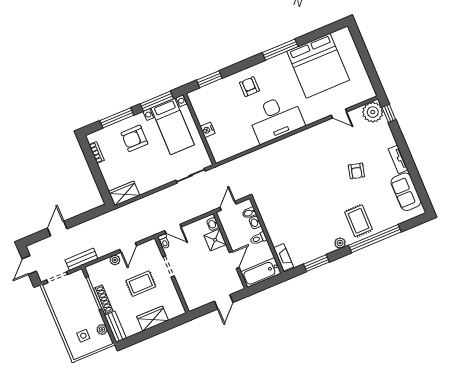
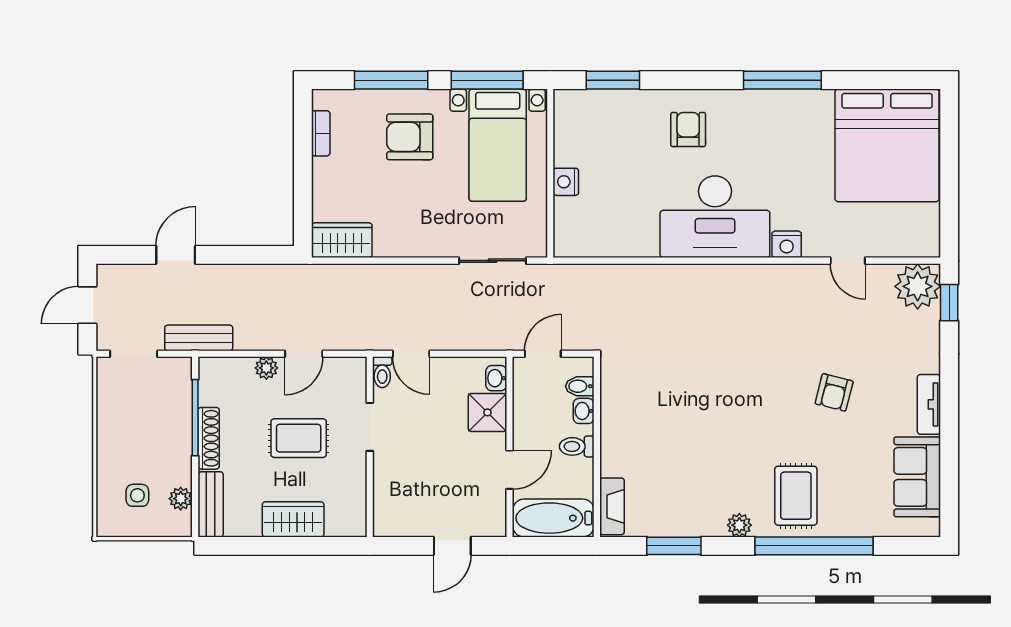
bed: (318, 66) -> (887, 145), moved
nightstand: (311, 117) -> (787, 244), added

